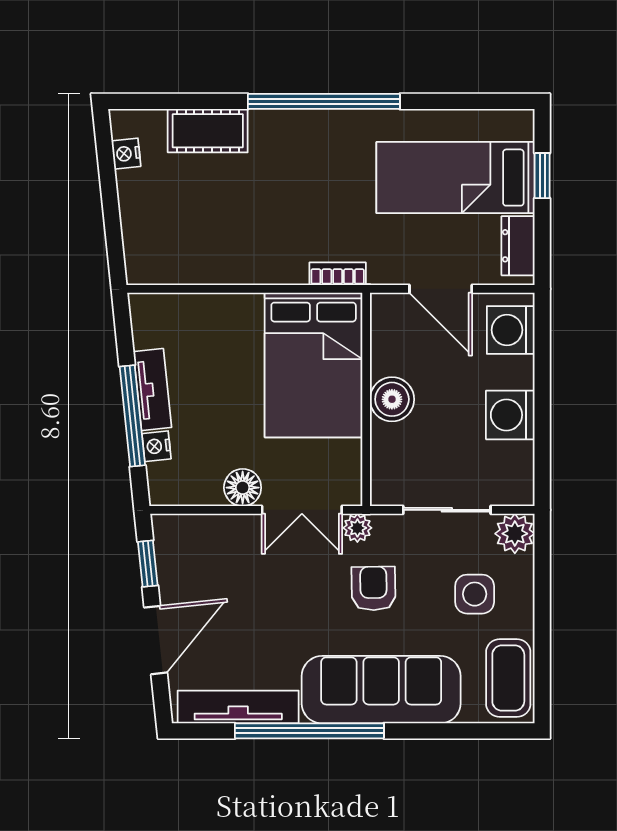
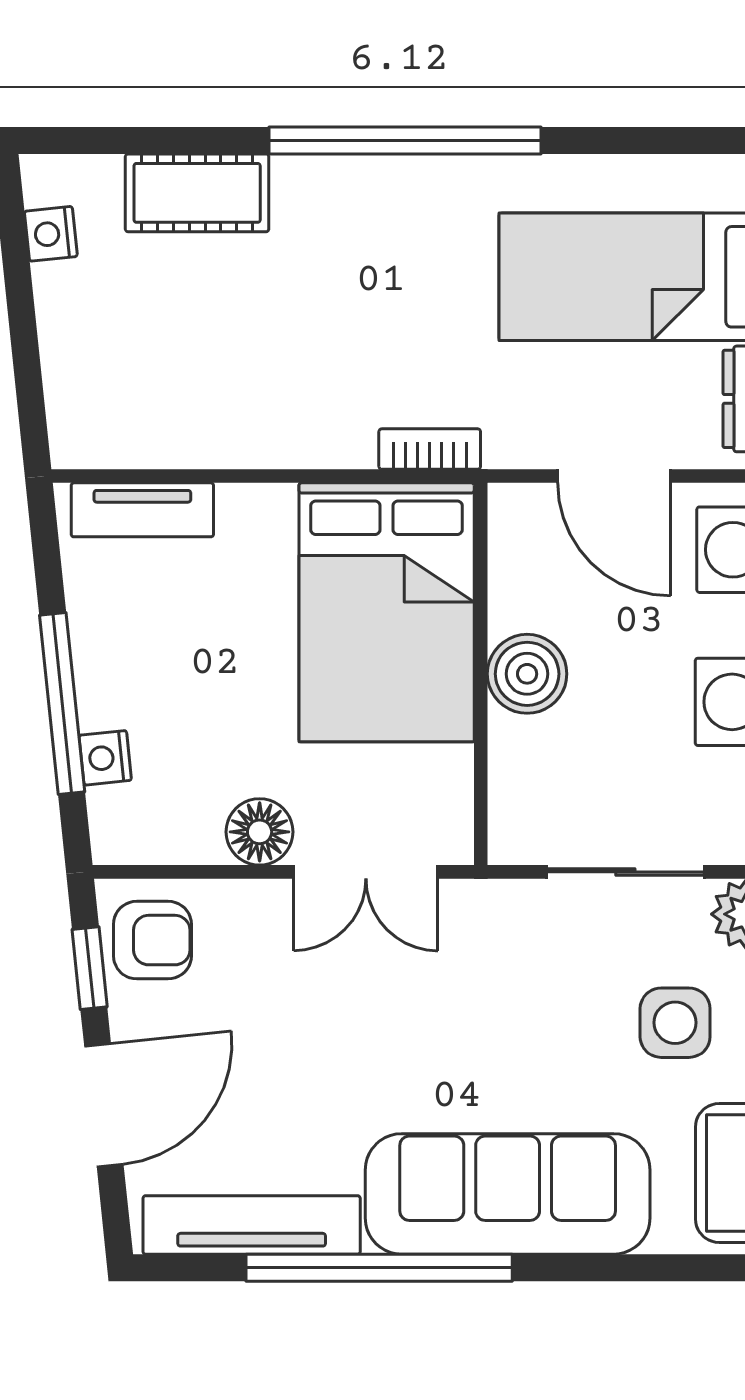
tv unit: (152, 390) -> (142, 510), moved, turned 96
plant: (357, 528) -> (465, 904), removed
armchair: (373, 588) -> (152, 940), moved, turned 91

